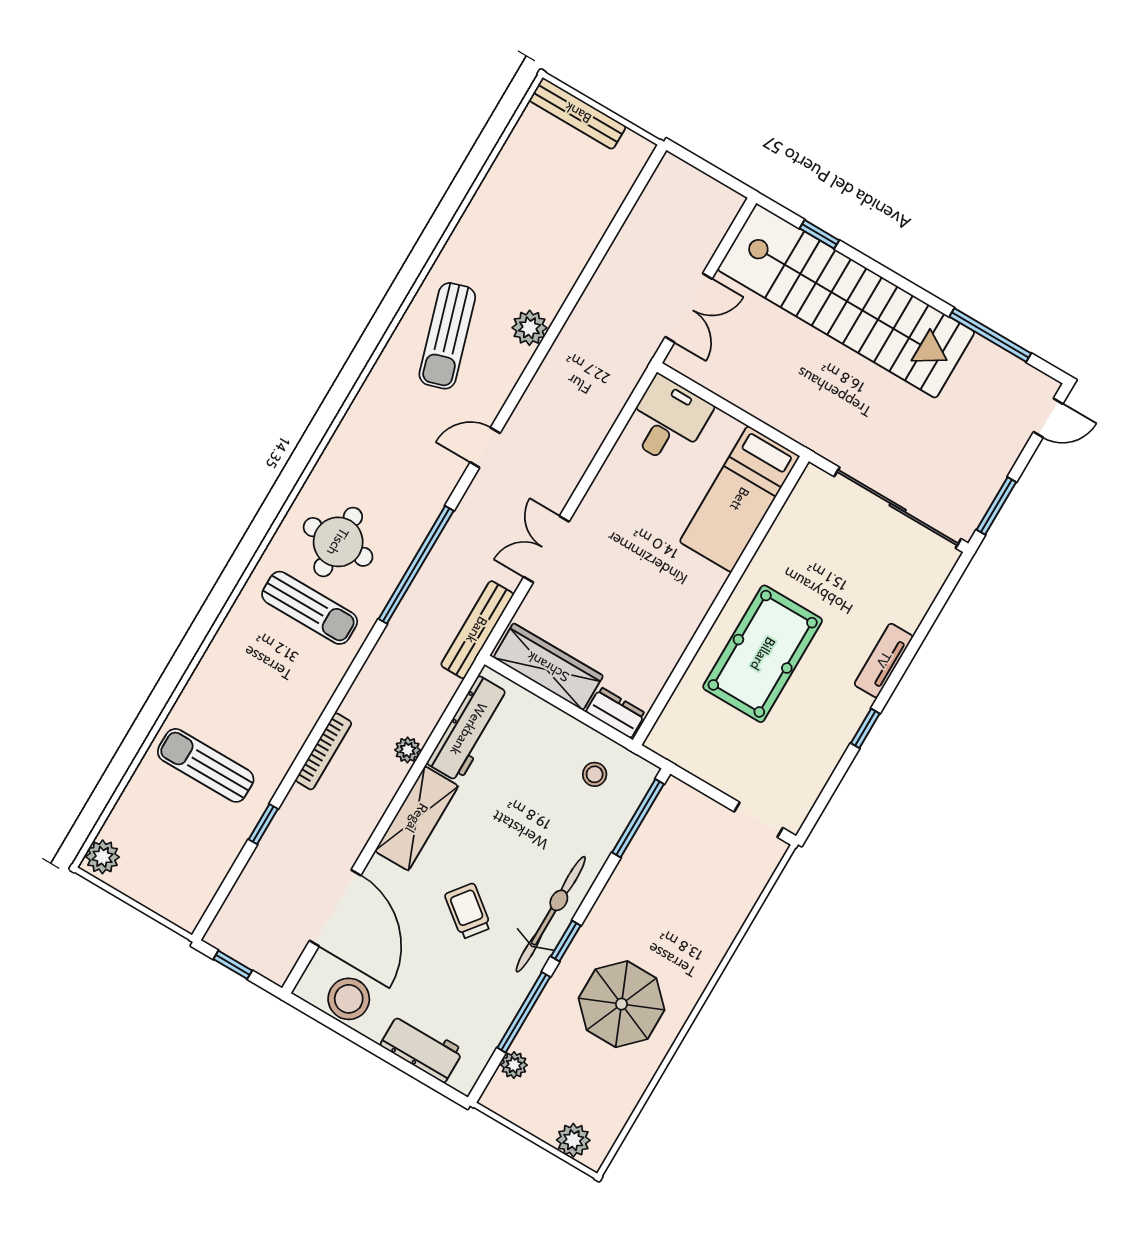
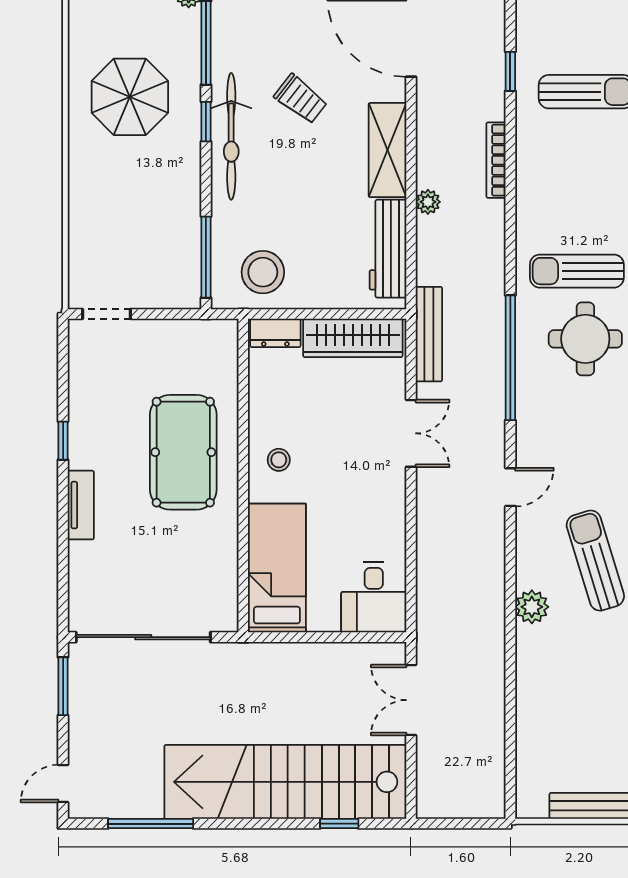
stool: (680, 596) -> (279, 460), added
stool: (595, 774) -> (263, 272), width x1.89, depth x1.89

